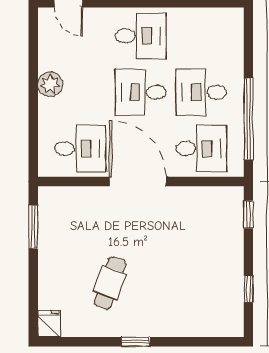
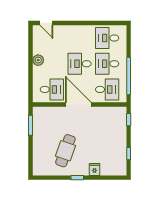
desk: (141, 36) -> (107, 38), moved, turned 180
cafe table: (110, 283) -> (65, 151), width x1.37, depth x1.35
fridge: (49, 324) -> (95, 169), moved

